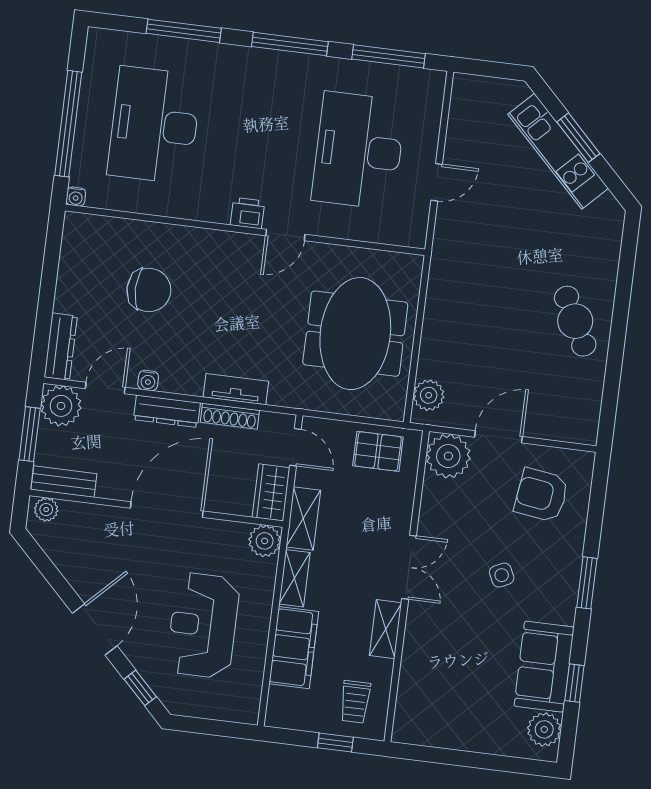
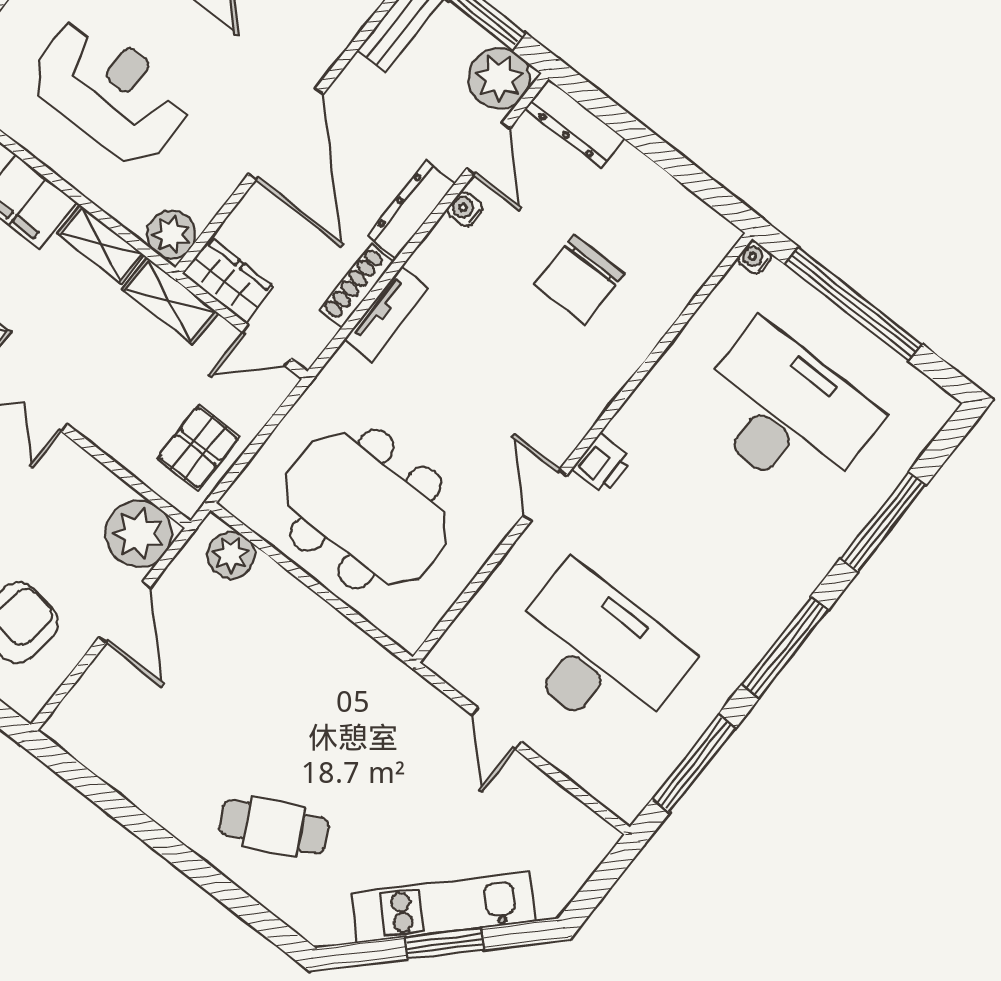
cafe table: (575, 321) -> (274, 827), moved

